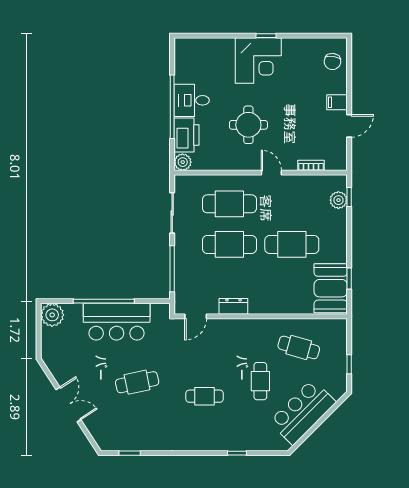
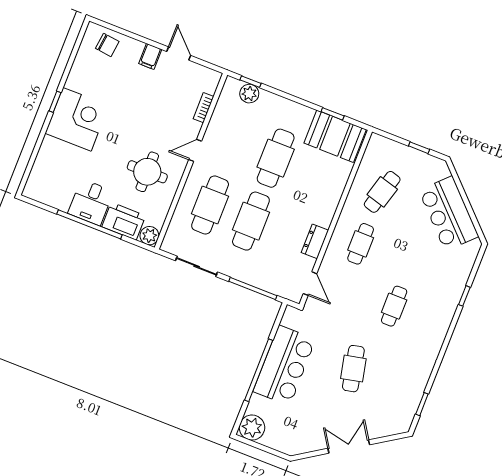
round table: (248, 125) -> (147, 172), moved
cafe table: (260, 381) -> (361, 244), moved, turned 90

